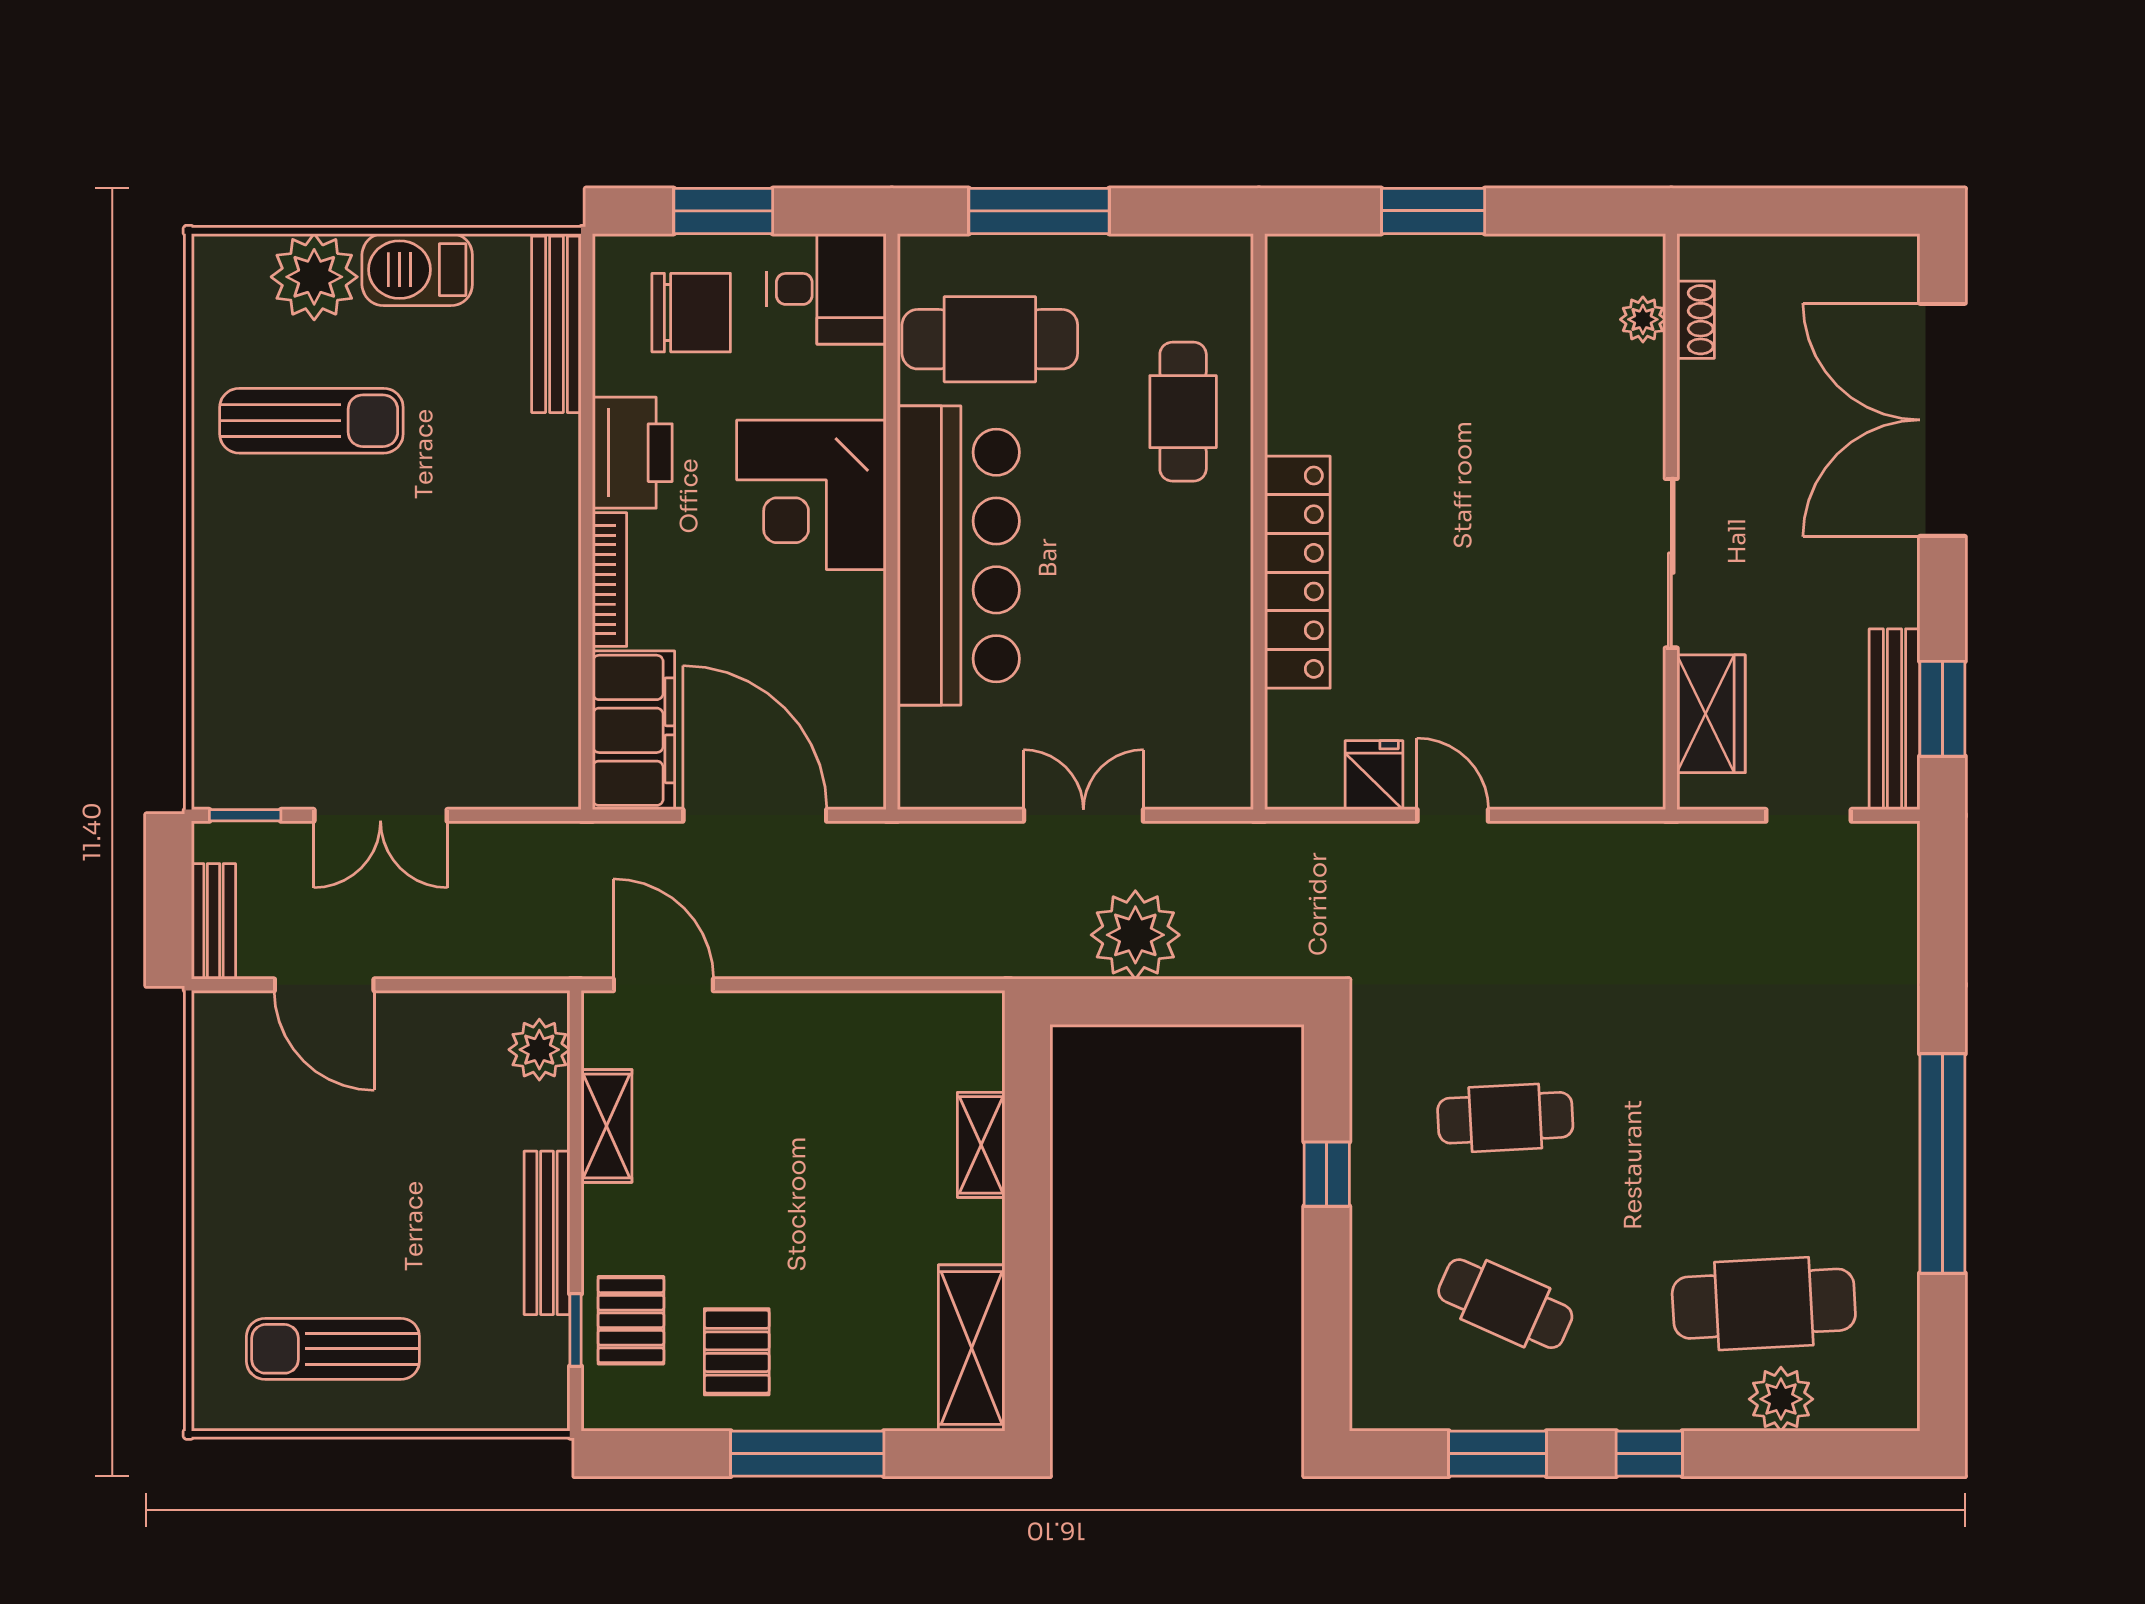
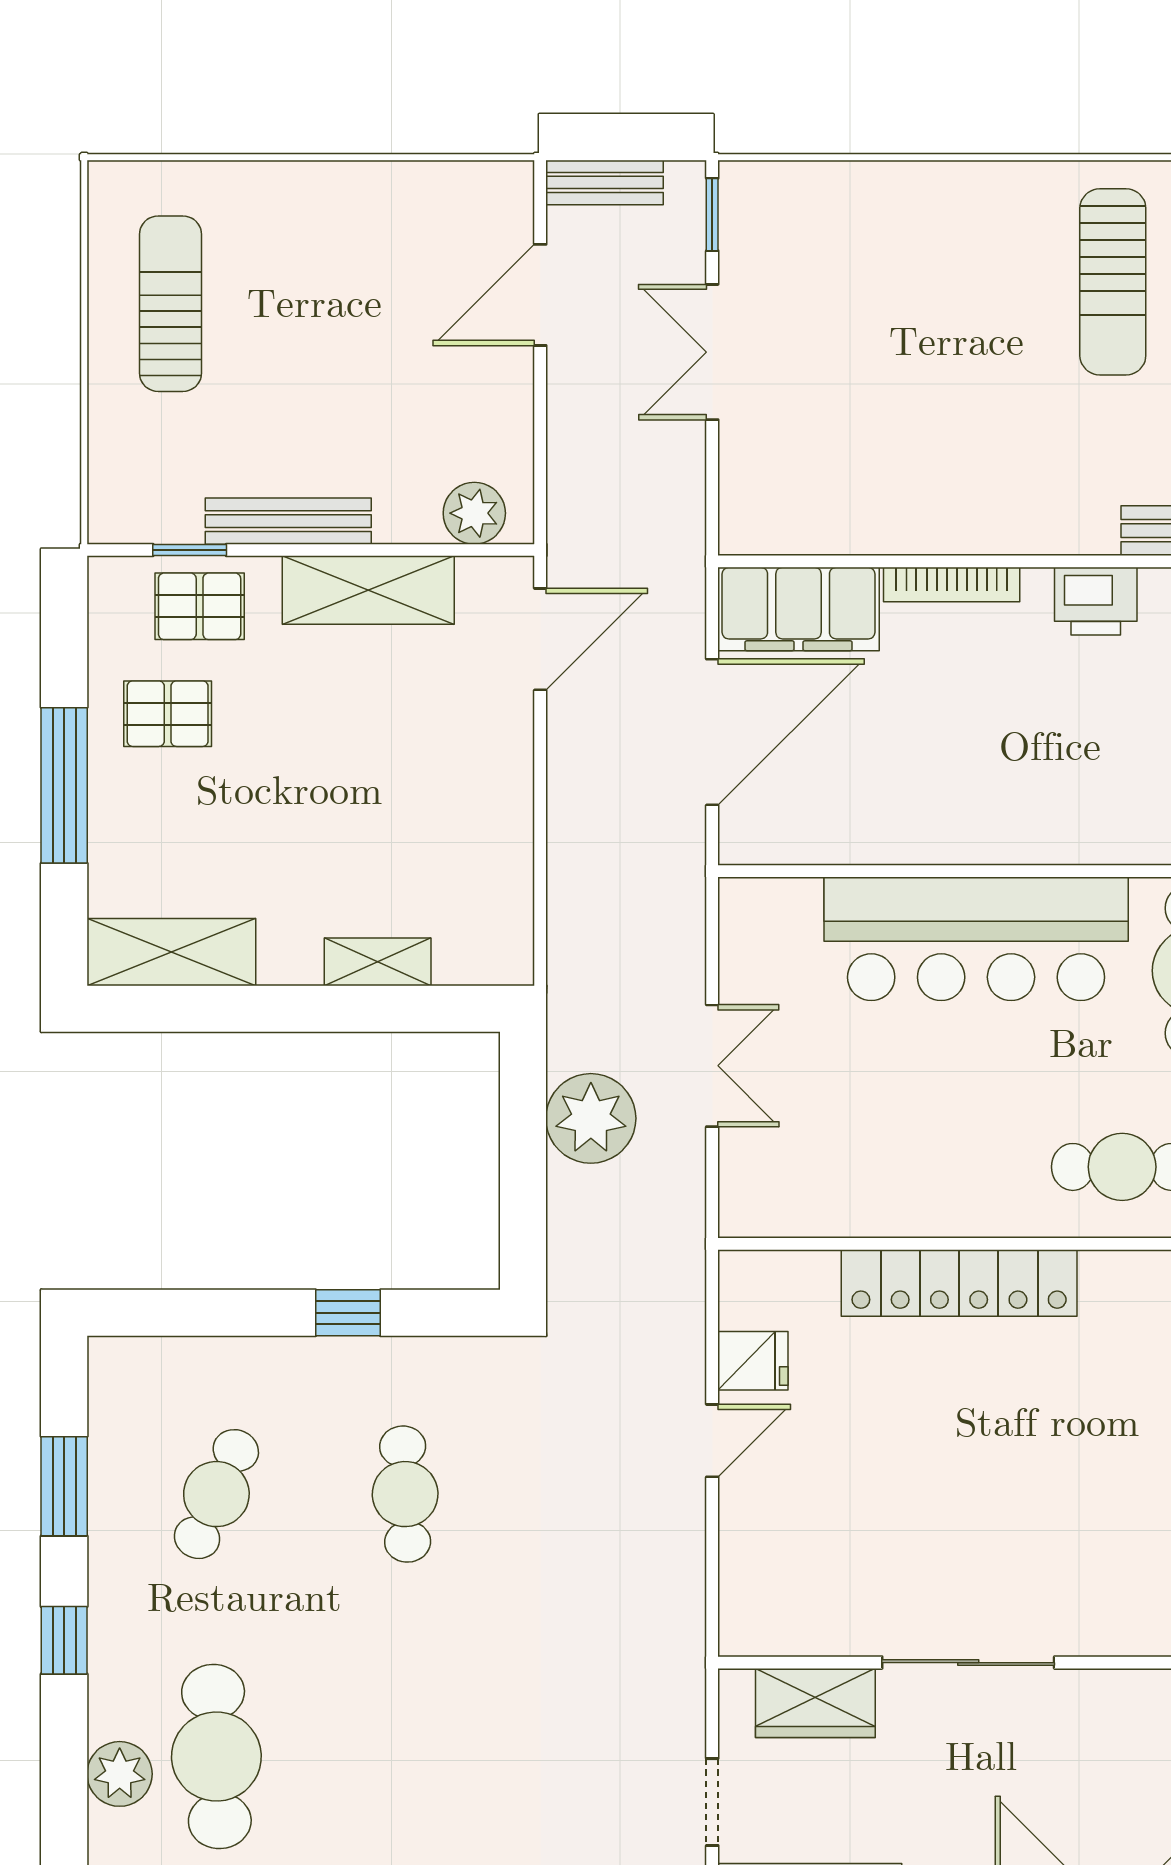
printer: (632, 453) -> (1096, 601), width x0.73, depth x0.84
corner desk: (811, 495) -> (1038, 790), removed
shelving: (607, 1126) -> (368, 590), width x1.50, depth x1.33

